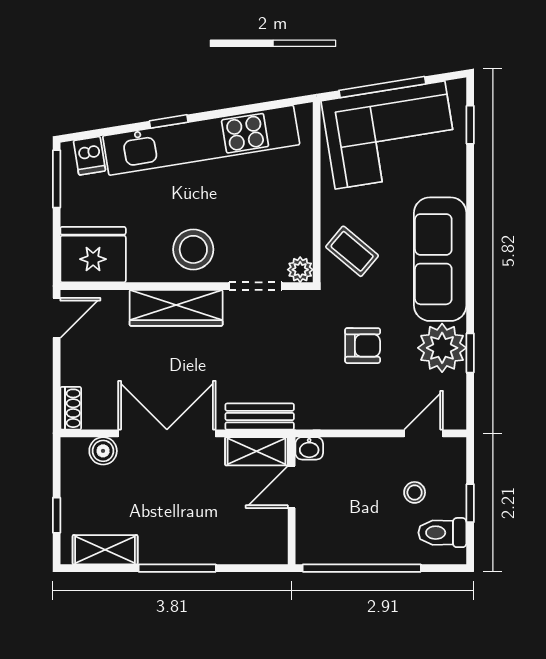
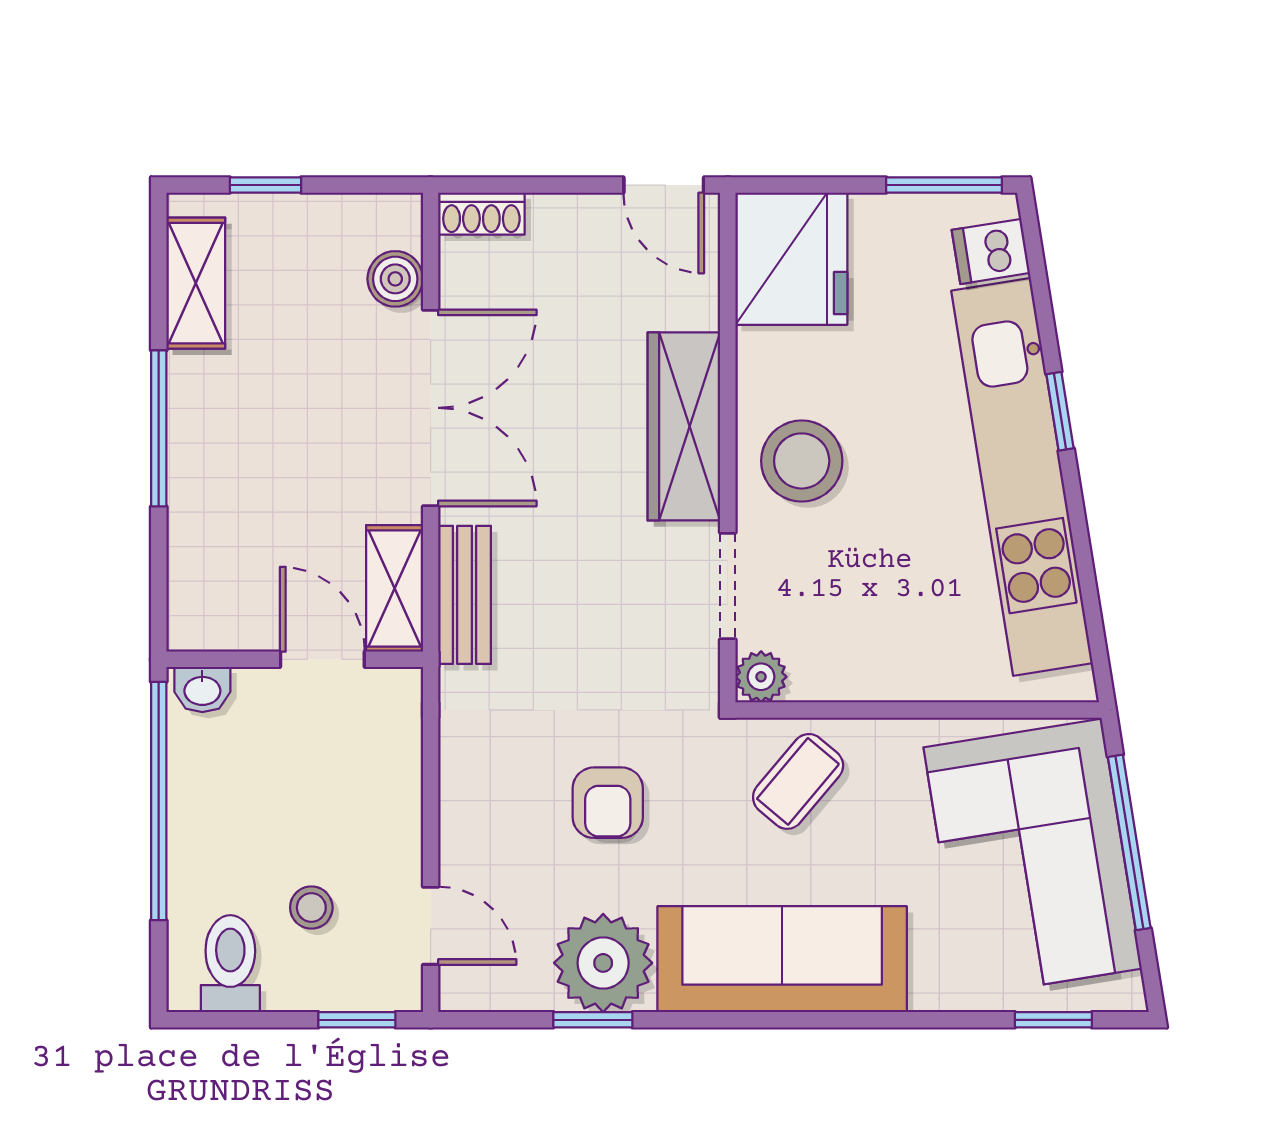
washbasin: (309, 448) -> (202, 690), moved, turned -90
window: (470, 503) -> (357, 1020), moved

